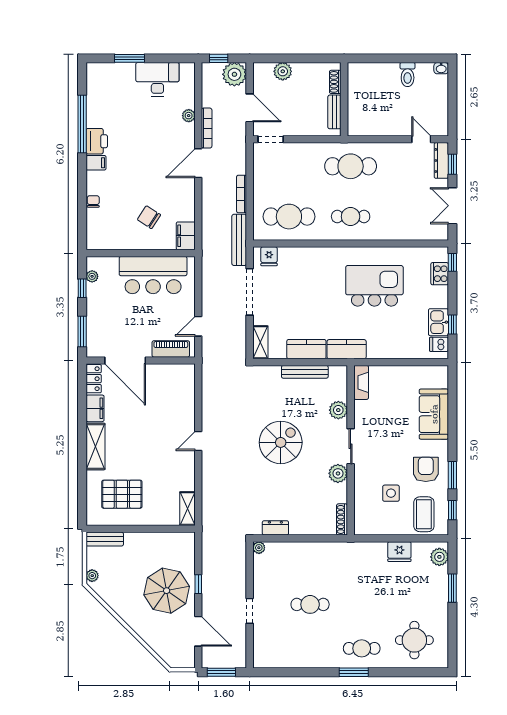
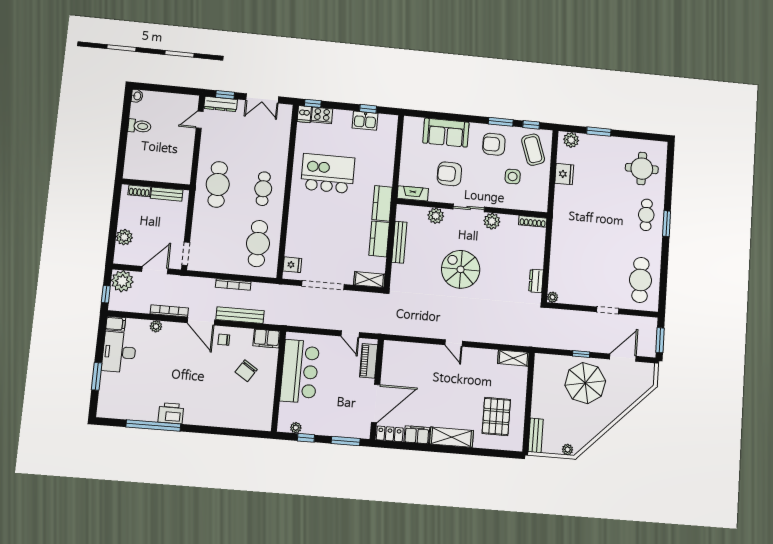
filing cabinet: (96, 163) -> (116, 324), moved, turned 90
chair: (93, 202) -> (224, 340), moved
bench: (239, 240) -> (240, 315), moved
kitchen island: (374, 286) -> (328, 173), turned 90
dishwasher: (439, 344) -> (304, 114), moved
armchair: (387, 422) -> (449, 174), added
coffee table: (424, 514) -> (533, 150), turned 71
cafe table: (310, 604) -> (640, 280), moved, width x1.37, depth x1.35

